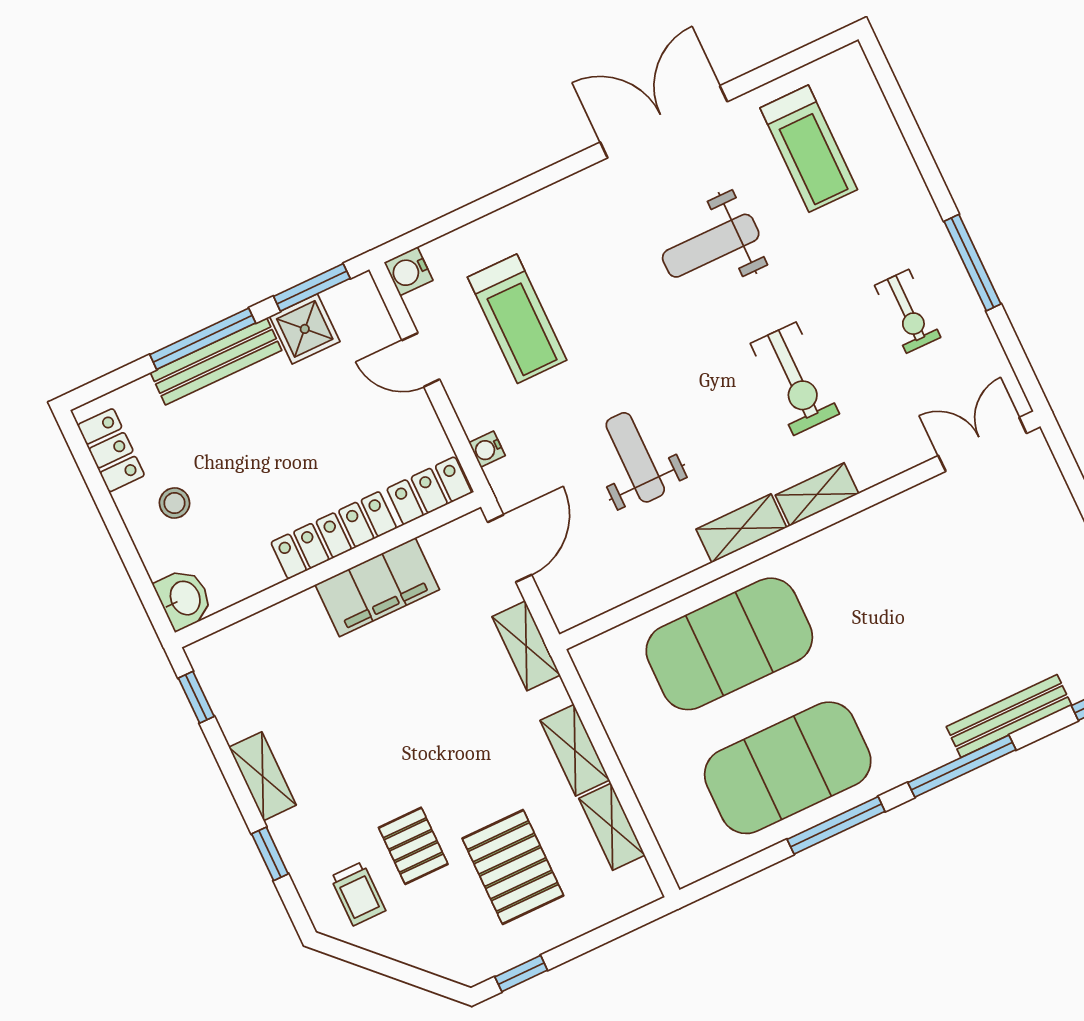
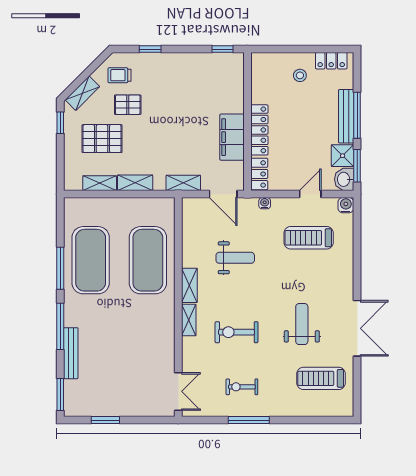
washbasin: (184, 599) -> (344, 179), moved, turned 90
shelving: (263, 776) -> (82, 93), moved, turned -45

